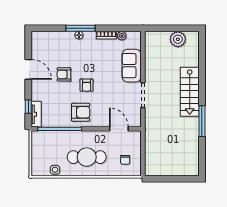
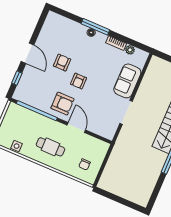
door: (28, 69) -> (28, 53), moved
armchair: (64, 74) -> (62, 63), turned 90
tv unit: (36, 114) -> (21, 88), removed
door: (119, 129) -> (76, 128), moved
cafe table: (87, 157) -> (50, 147), width x0.73, depth x0.74

